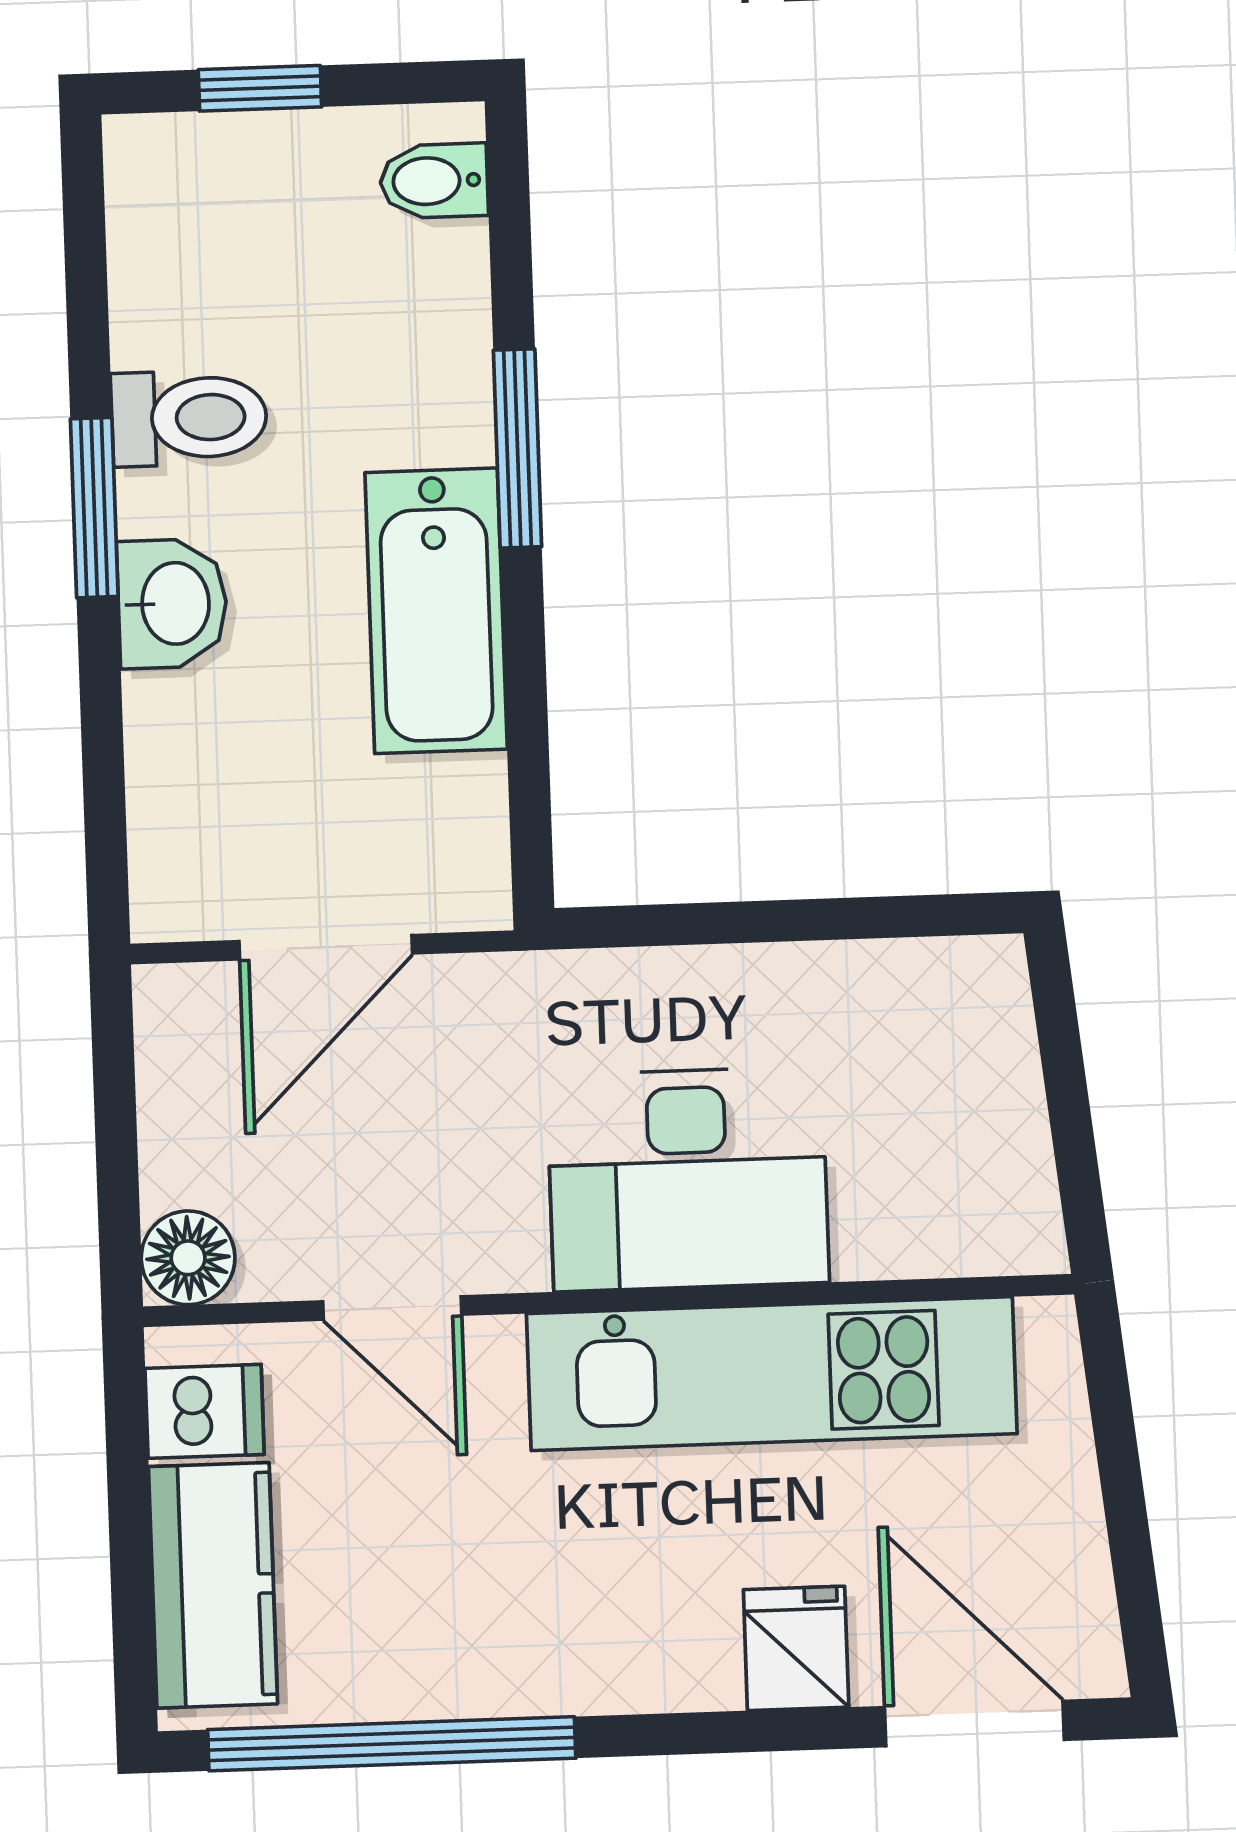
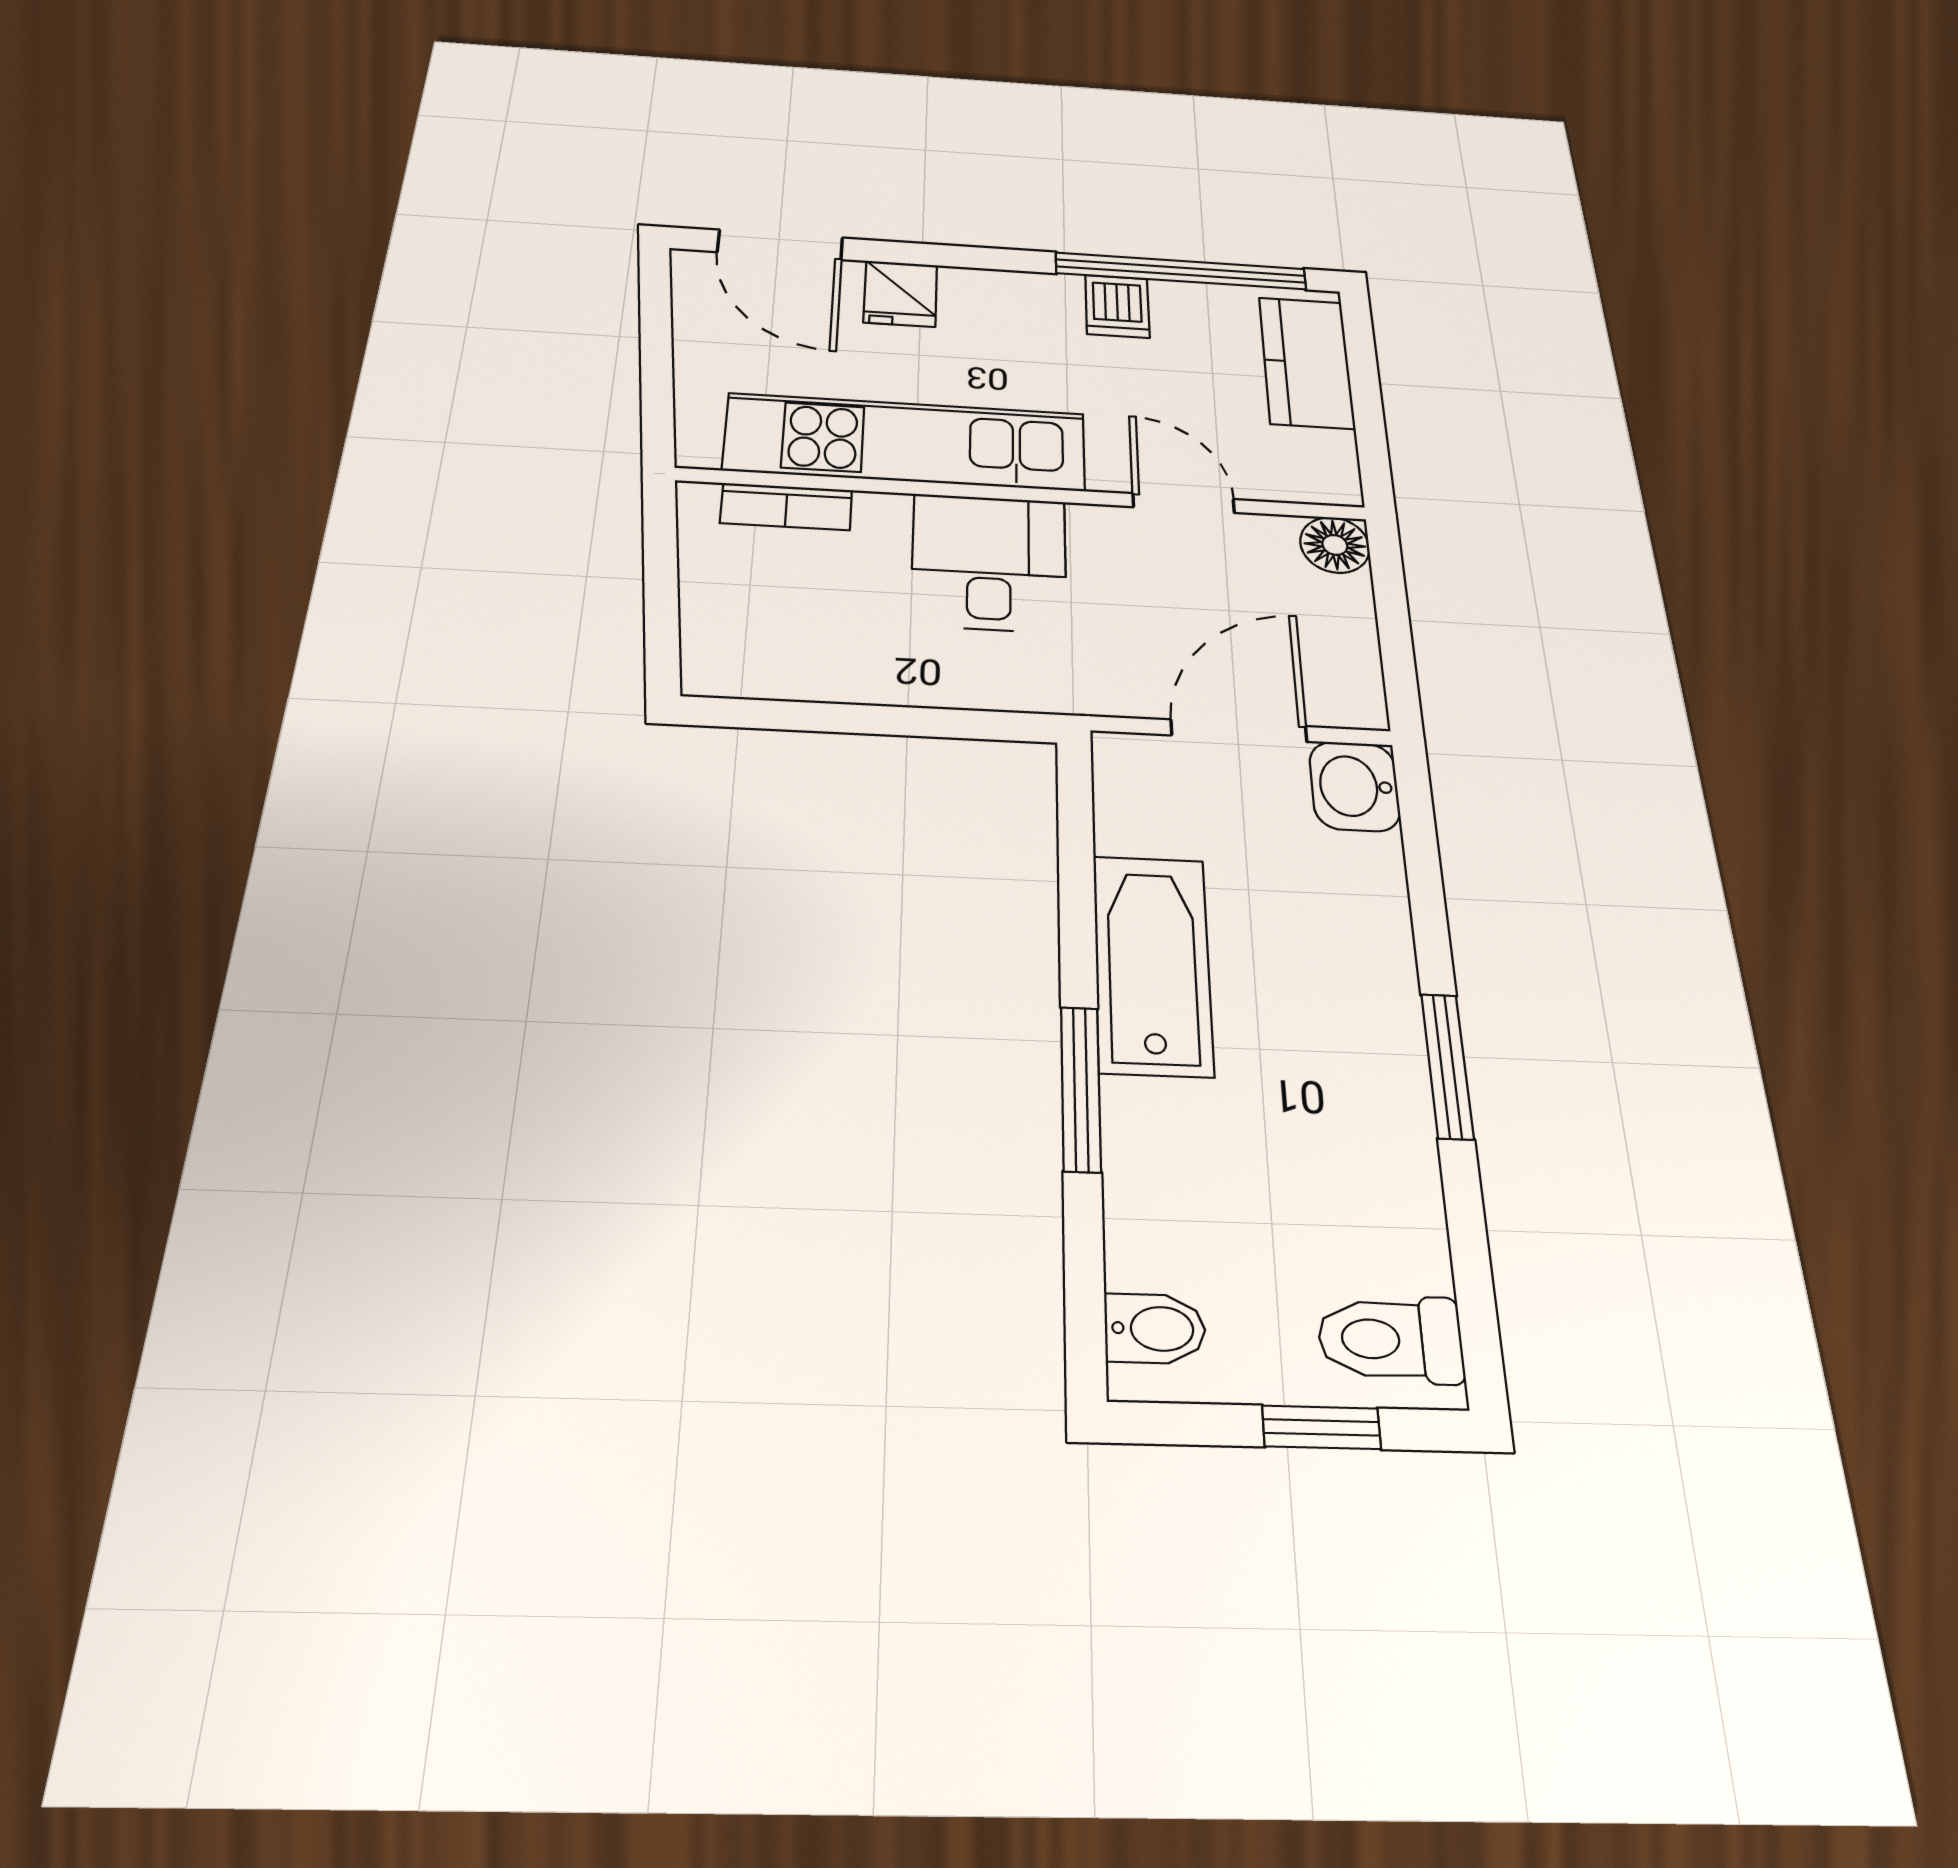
toilet: (189, 418) -> (1391, 1339), moved
washbasin: (172, 604) -> (1355, 786), moved
desk: (688, 1179) -> (989, 563), width x0.73
bookcase: (922, 1245) -> (786, 507), added
dishwasher: (205, 1411) -> (1117, 306), moved, turned -90

